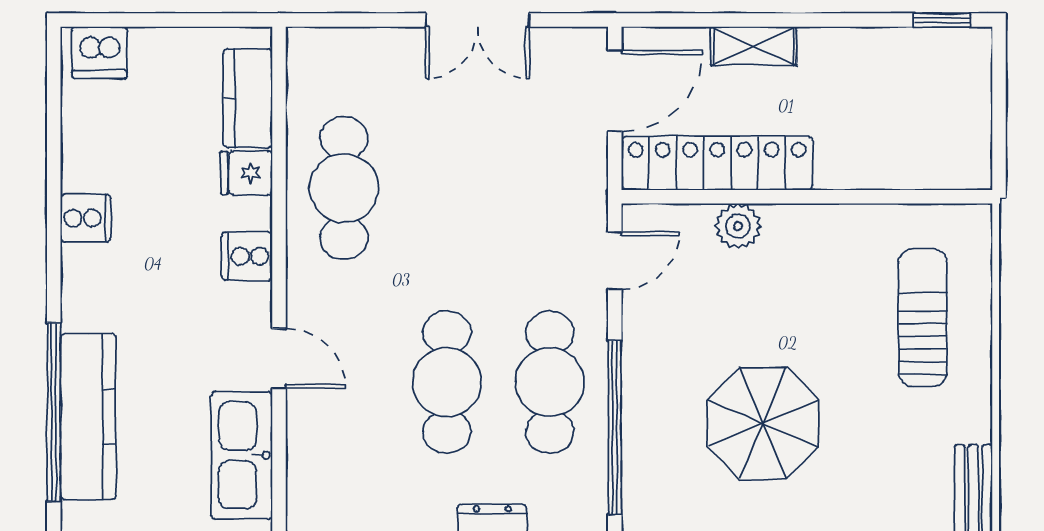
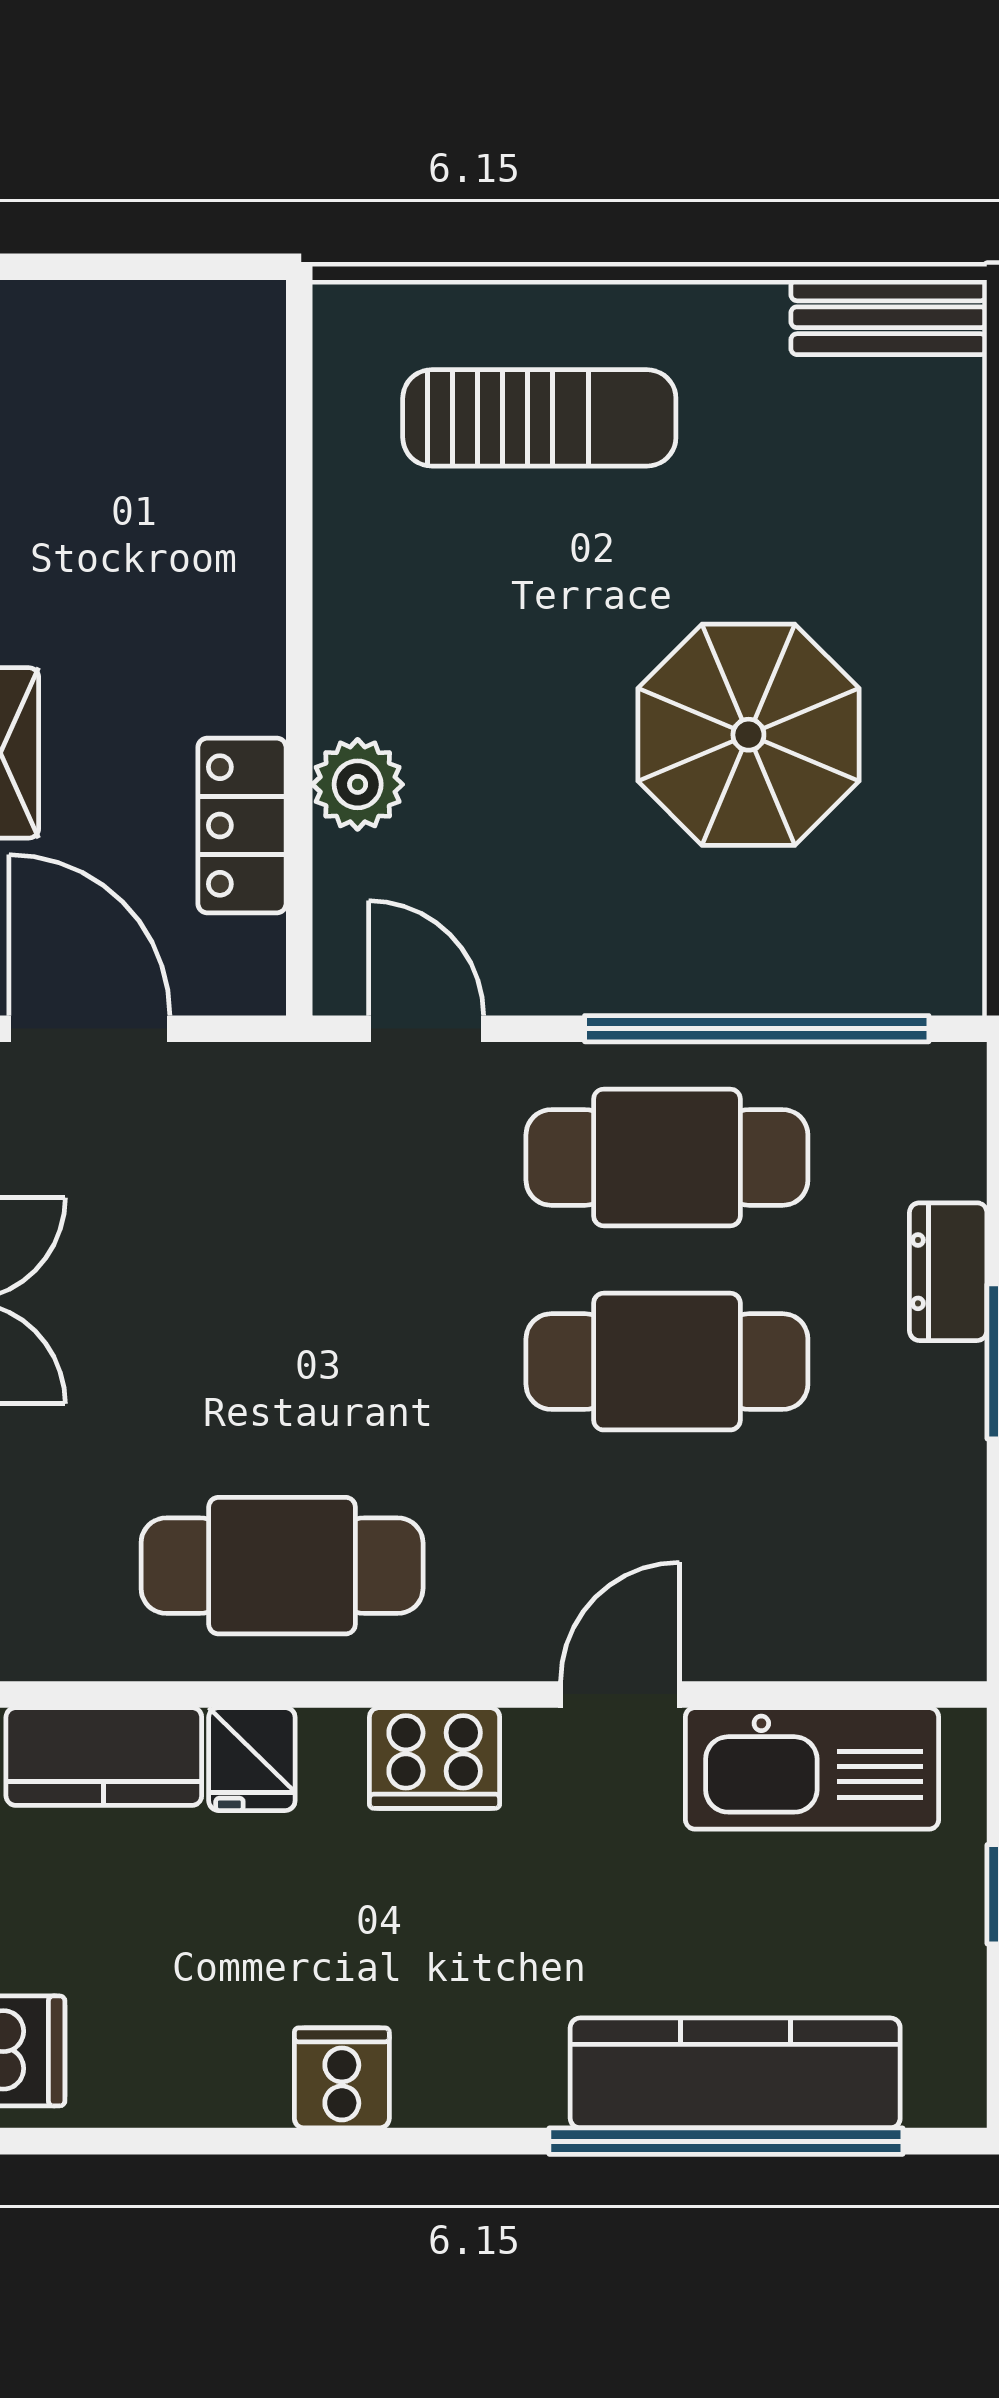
locker: (717, 163) -> (242, 825), width x0.46, depth x0.83
cooker: (247, 256) -> (435, 1758), width x1.36
sun lounger: (923, 318) -> (539, 418), turned 180

